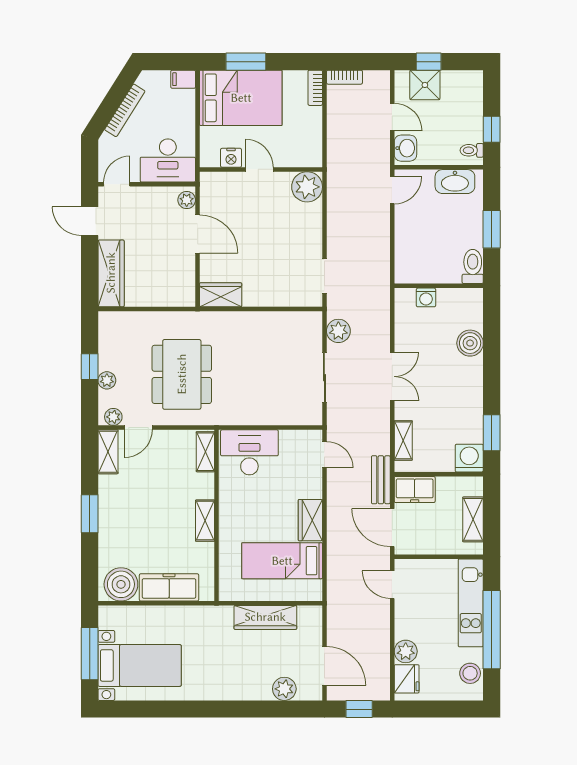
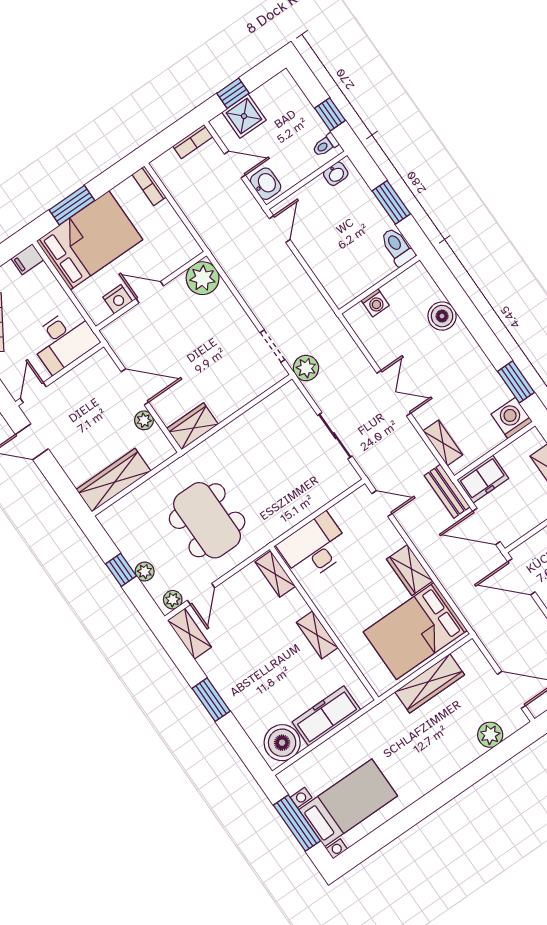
bookcase: (344, 77) -> (193, 142), moved
washbasin: (455, 182) -> (336, 174), width x0.52, depth x0.69
plant: (187, 200) -> (144, 420), moved
wardrobe: (111, 273) -> (114, 480), moved, turned -90
plant: (338, 331) -> (306, 368), moved
bed: (282, 561) -> (415, 631), width x1.50
door: (392, 585) -> (521, 577), width x1.38

